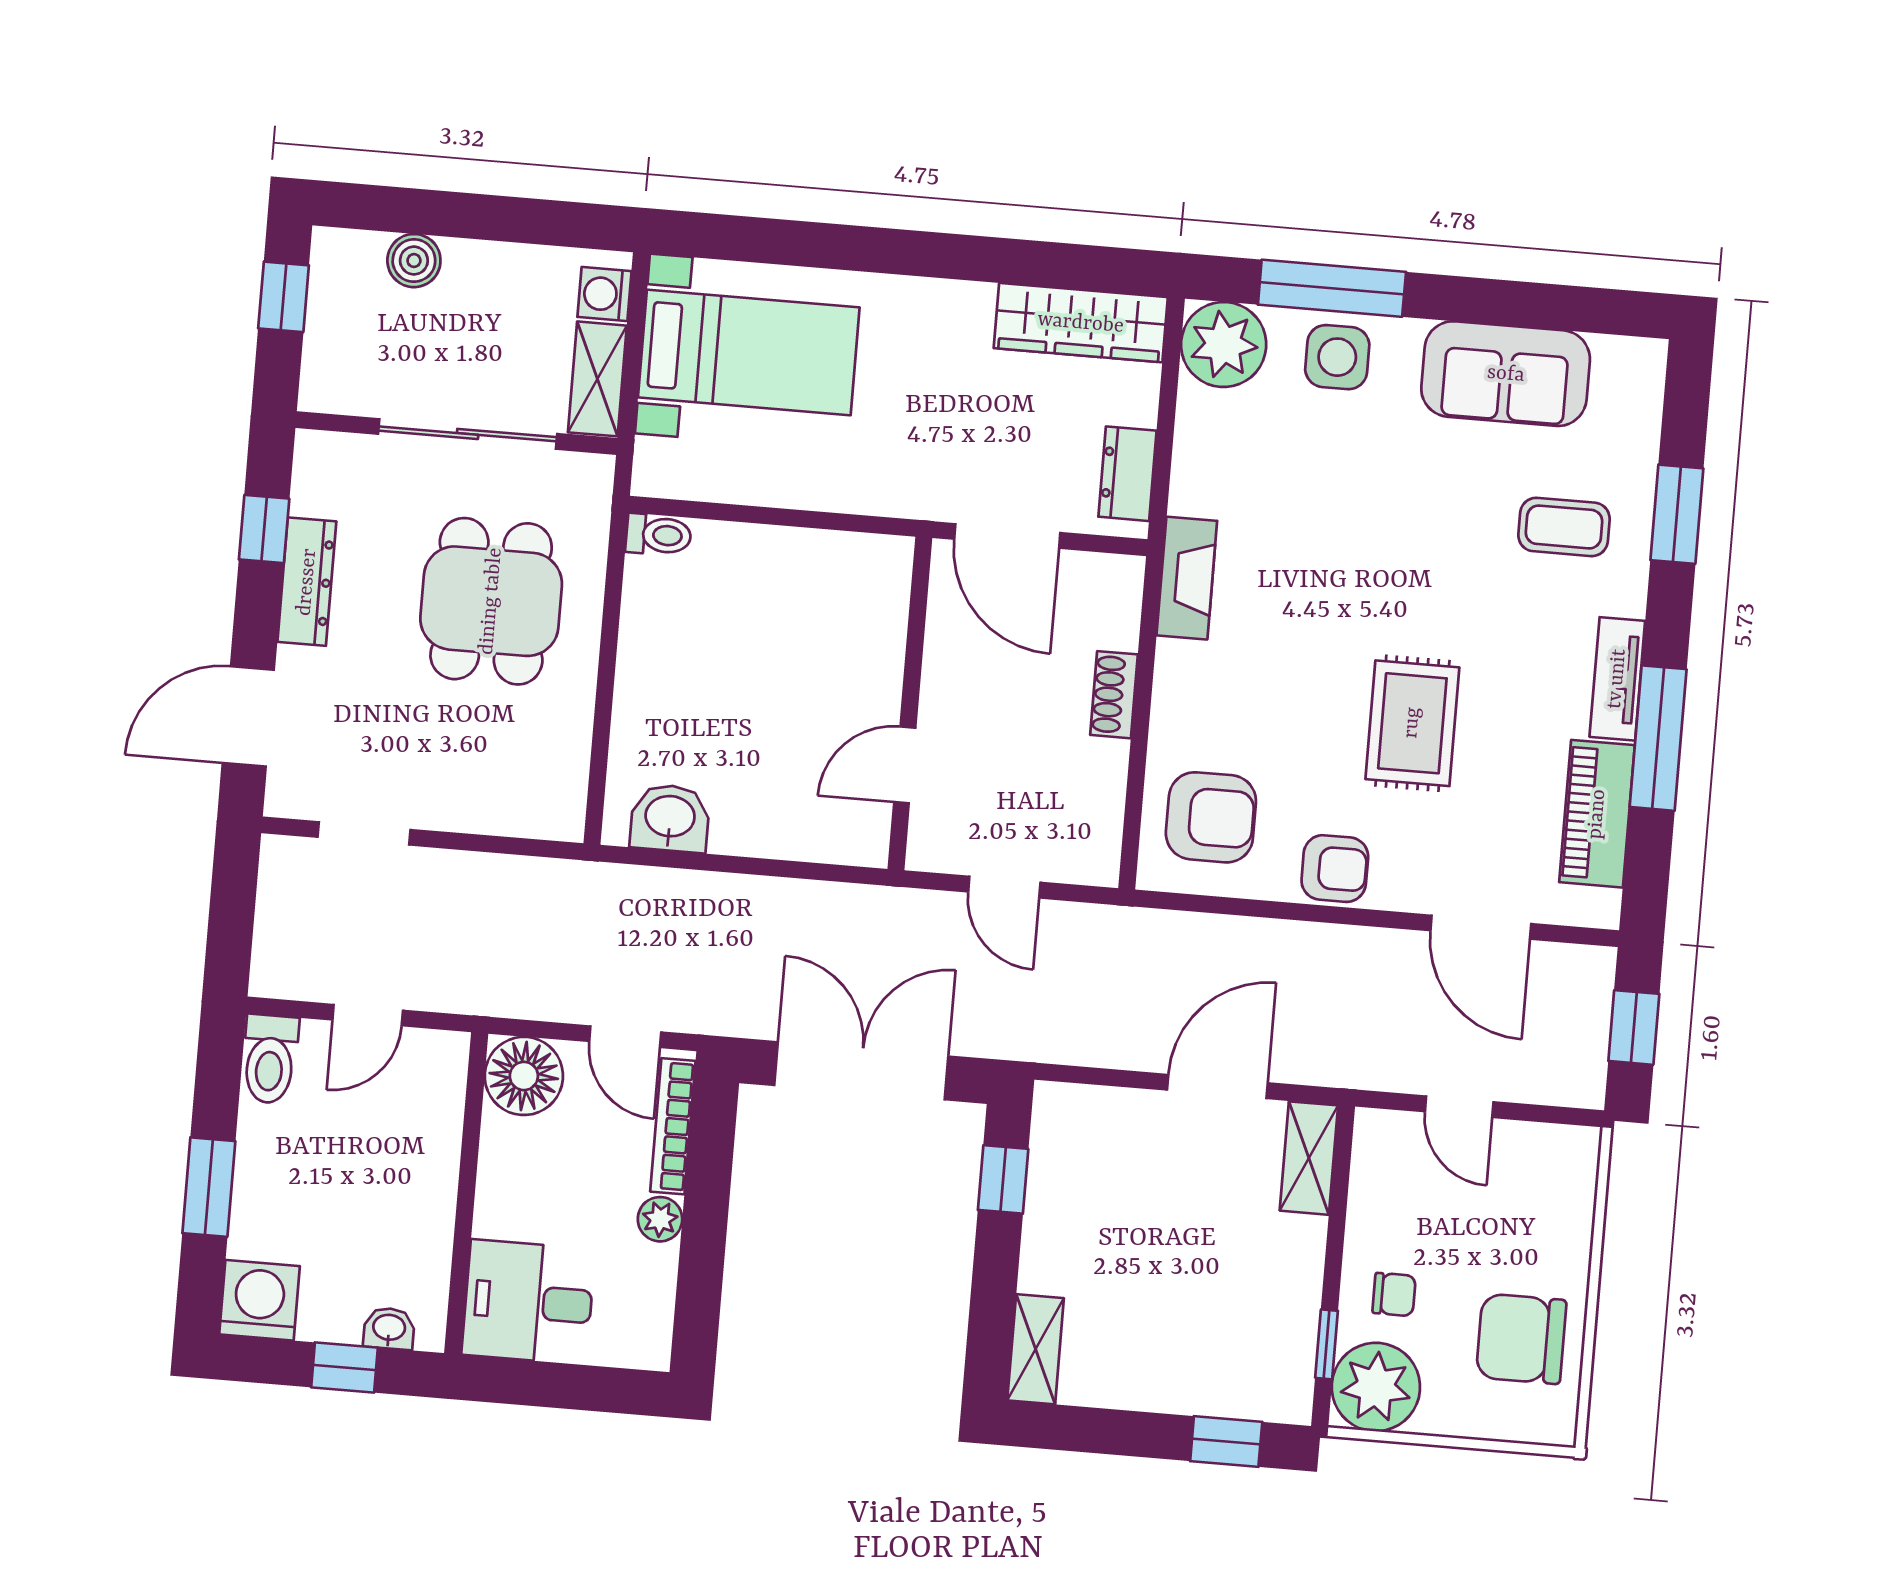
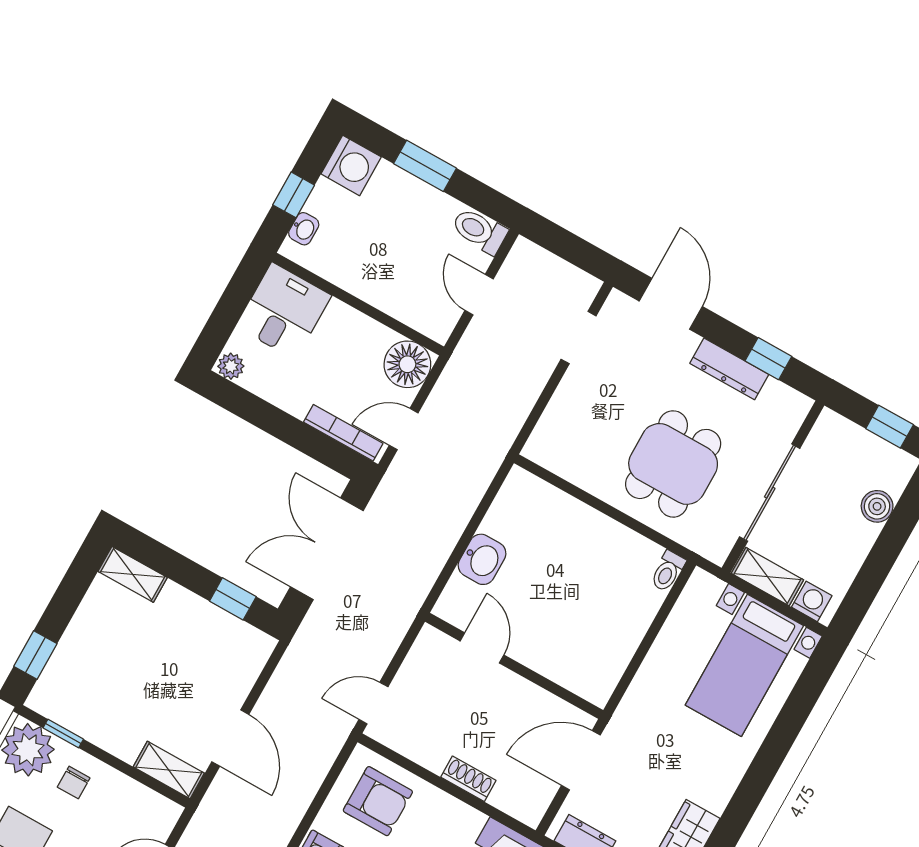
dining table: (491, 601) -> (673, 464), turned 90
armchair: (1211, 817) -> (378, 801), turned -90
washbasin: (670, 818) -> (482, 559), moved
door: (1004, 887) -> (373, 703), moved
double door: (861, 1071) -> (327, 549), swing flipped
plant: (660, 1219) -> (231, 366), moved

